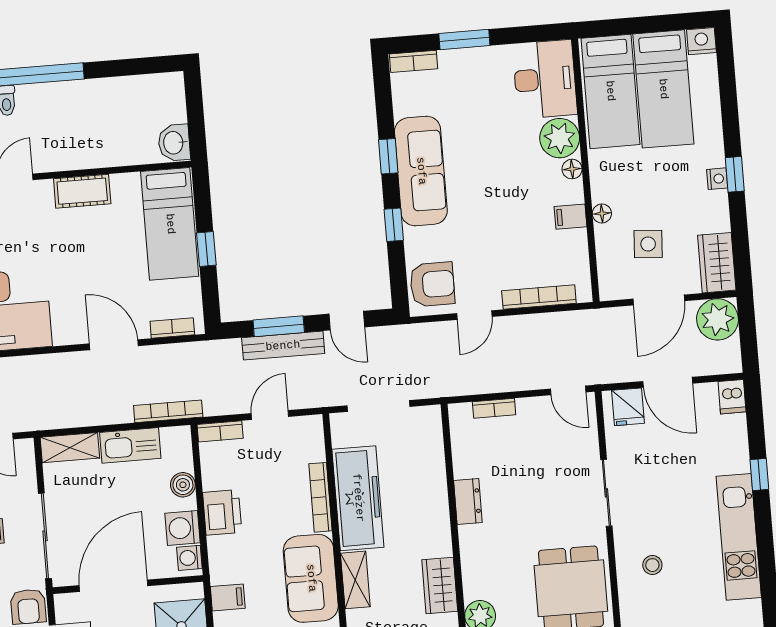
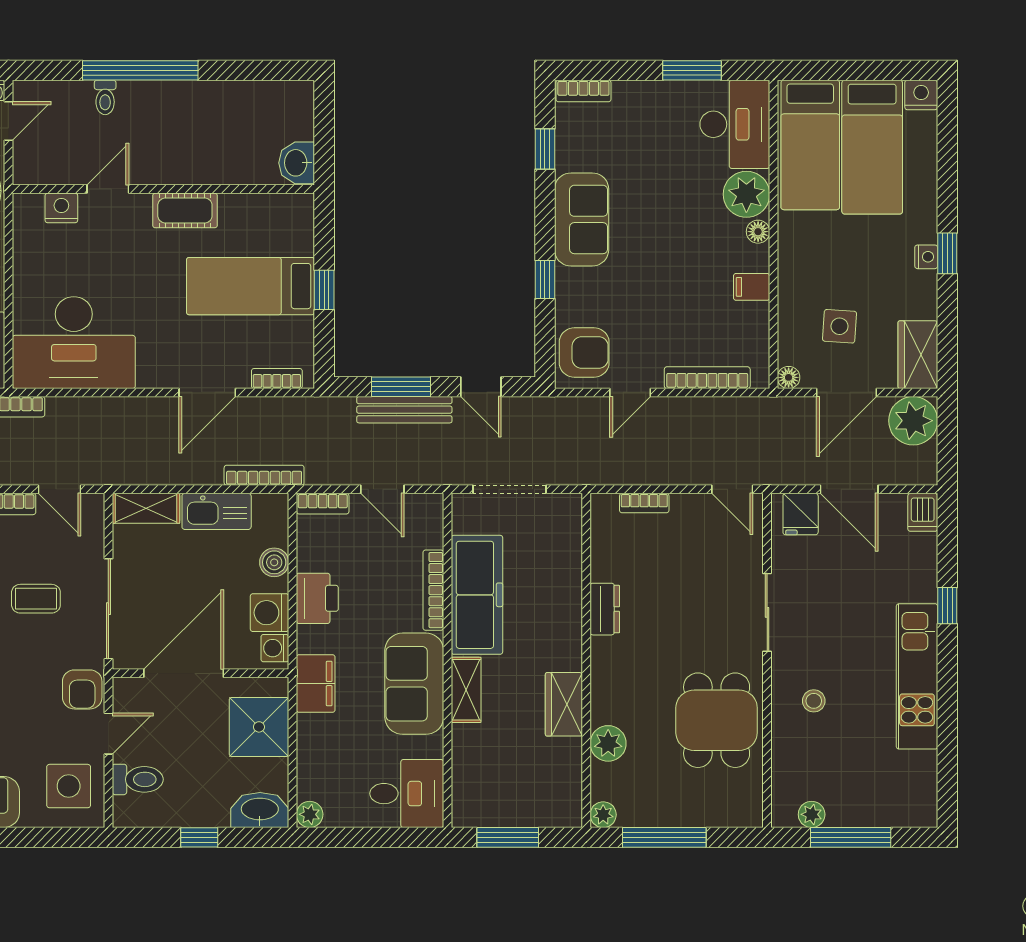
window: (464, 39) -> (692, 70), moved
window: (388, 156) -> (545, 149), moved
sofa: (421, 171) -> (582, 219), width x0.73
floor lamp: (602, 213) -> (789, 377), moved
bed: (170, 224) -> (251, 286), moved, turned 90
door: (114, 345) -> (207, 392), swing flipped
door: (270, 415) -> (382, 489), swing flipped
filing cabinet: (228, 597) -> (316, 684), width x2.00

